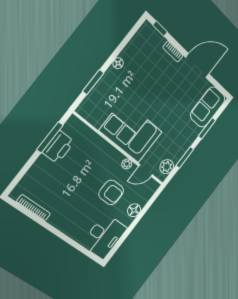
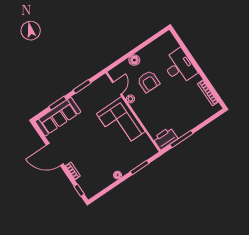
sofa: (208, 107) -> (58, 117), width x1.36
printer: (58, 147) -> (165, 138), moved
plant: (167, 167) -> (99, 85), removed
door: (146, 171) -> (117, 88), hinge flipped
armchair: (111, 192) -> (148, 82), turned 180
desk: (104, 236) -> (179, 67), moved, turned 90

